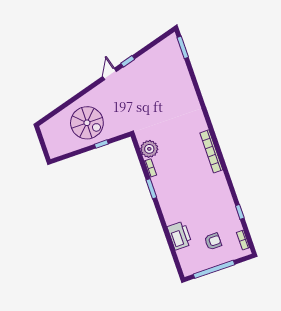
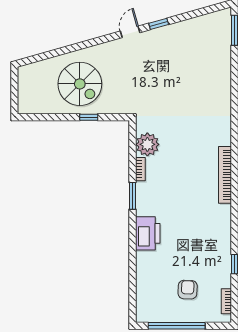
printer: (180, 236) -> (148, 233), moved
armchair: (213, 241) -> (188, 290), turned -87

